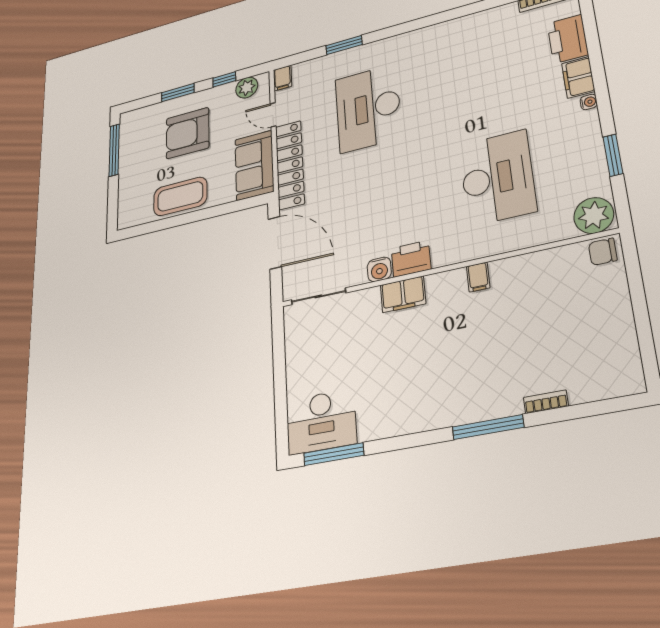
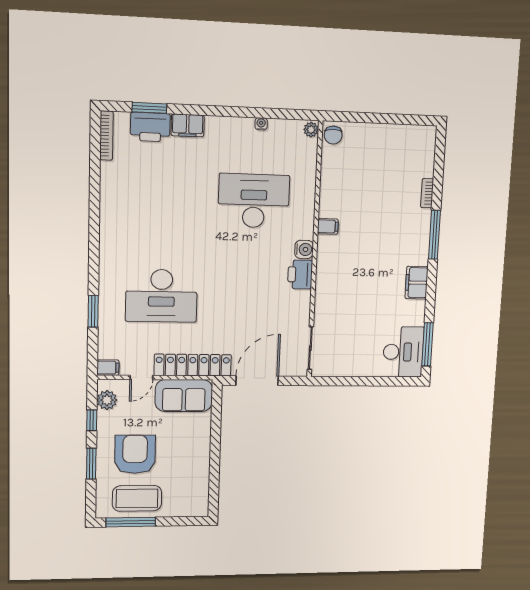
water cooler: (589, 102) -> (261, 124), moved
armchair: (188, 133) -> (135, 454), turned 180
window: (613, 155) -> (149, 108), moved
coffee table: (180, 196) -> (137, 498), moved, turned 90
plant: (594, 215) -> (311, 130), width x0.53, depth x0.53
water cooler: (379, 269) -> (304, 249), moved
filing cabinet: (403, 294) -> (417, 283), moved, turned 180

